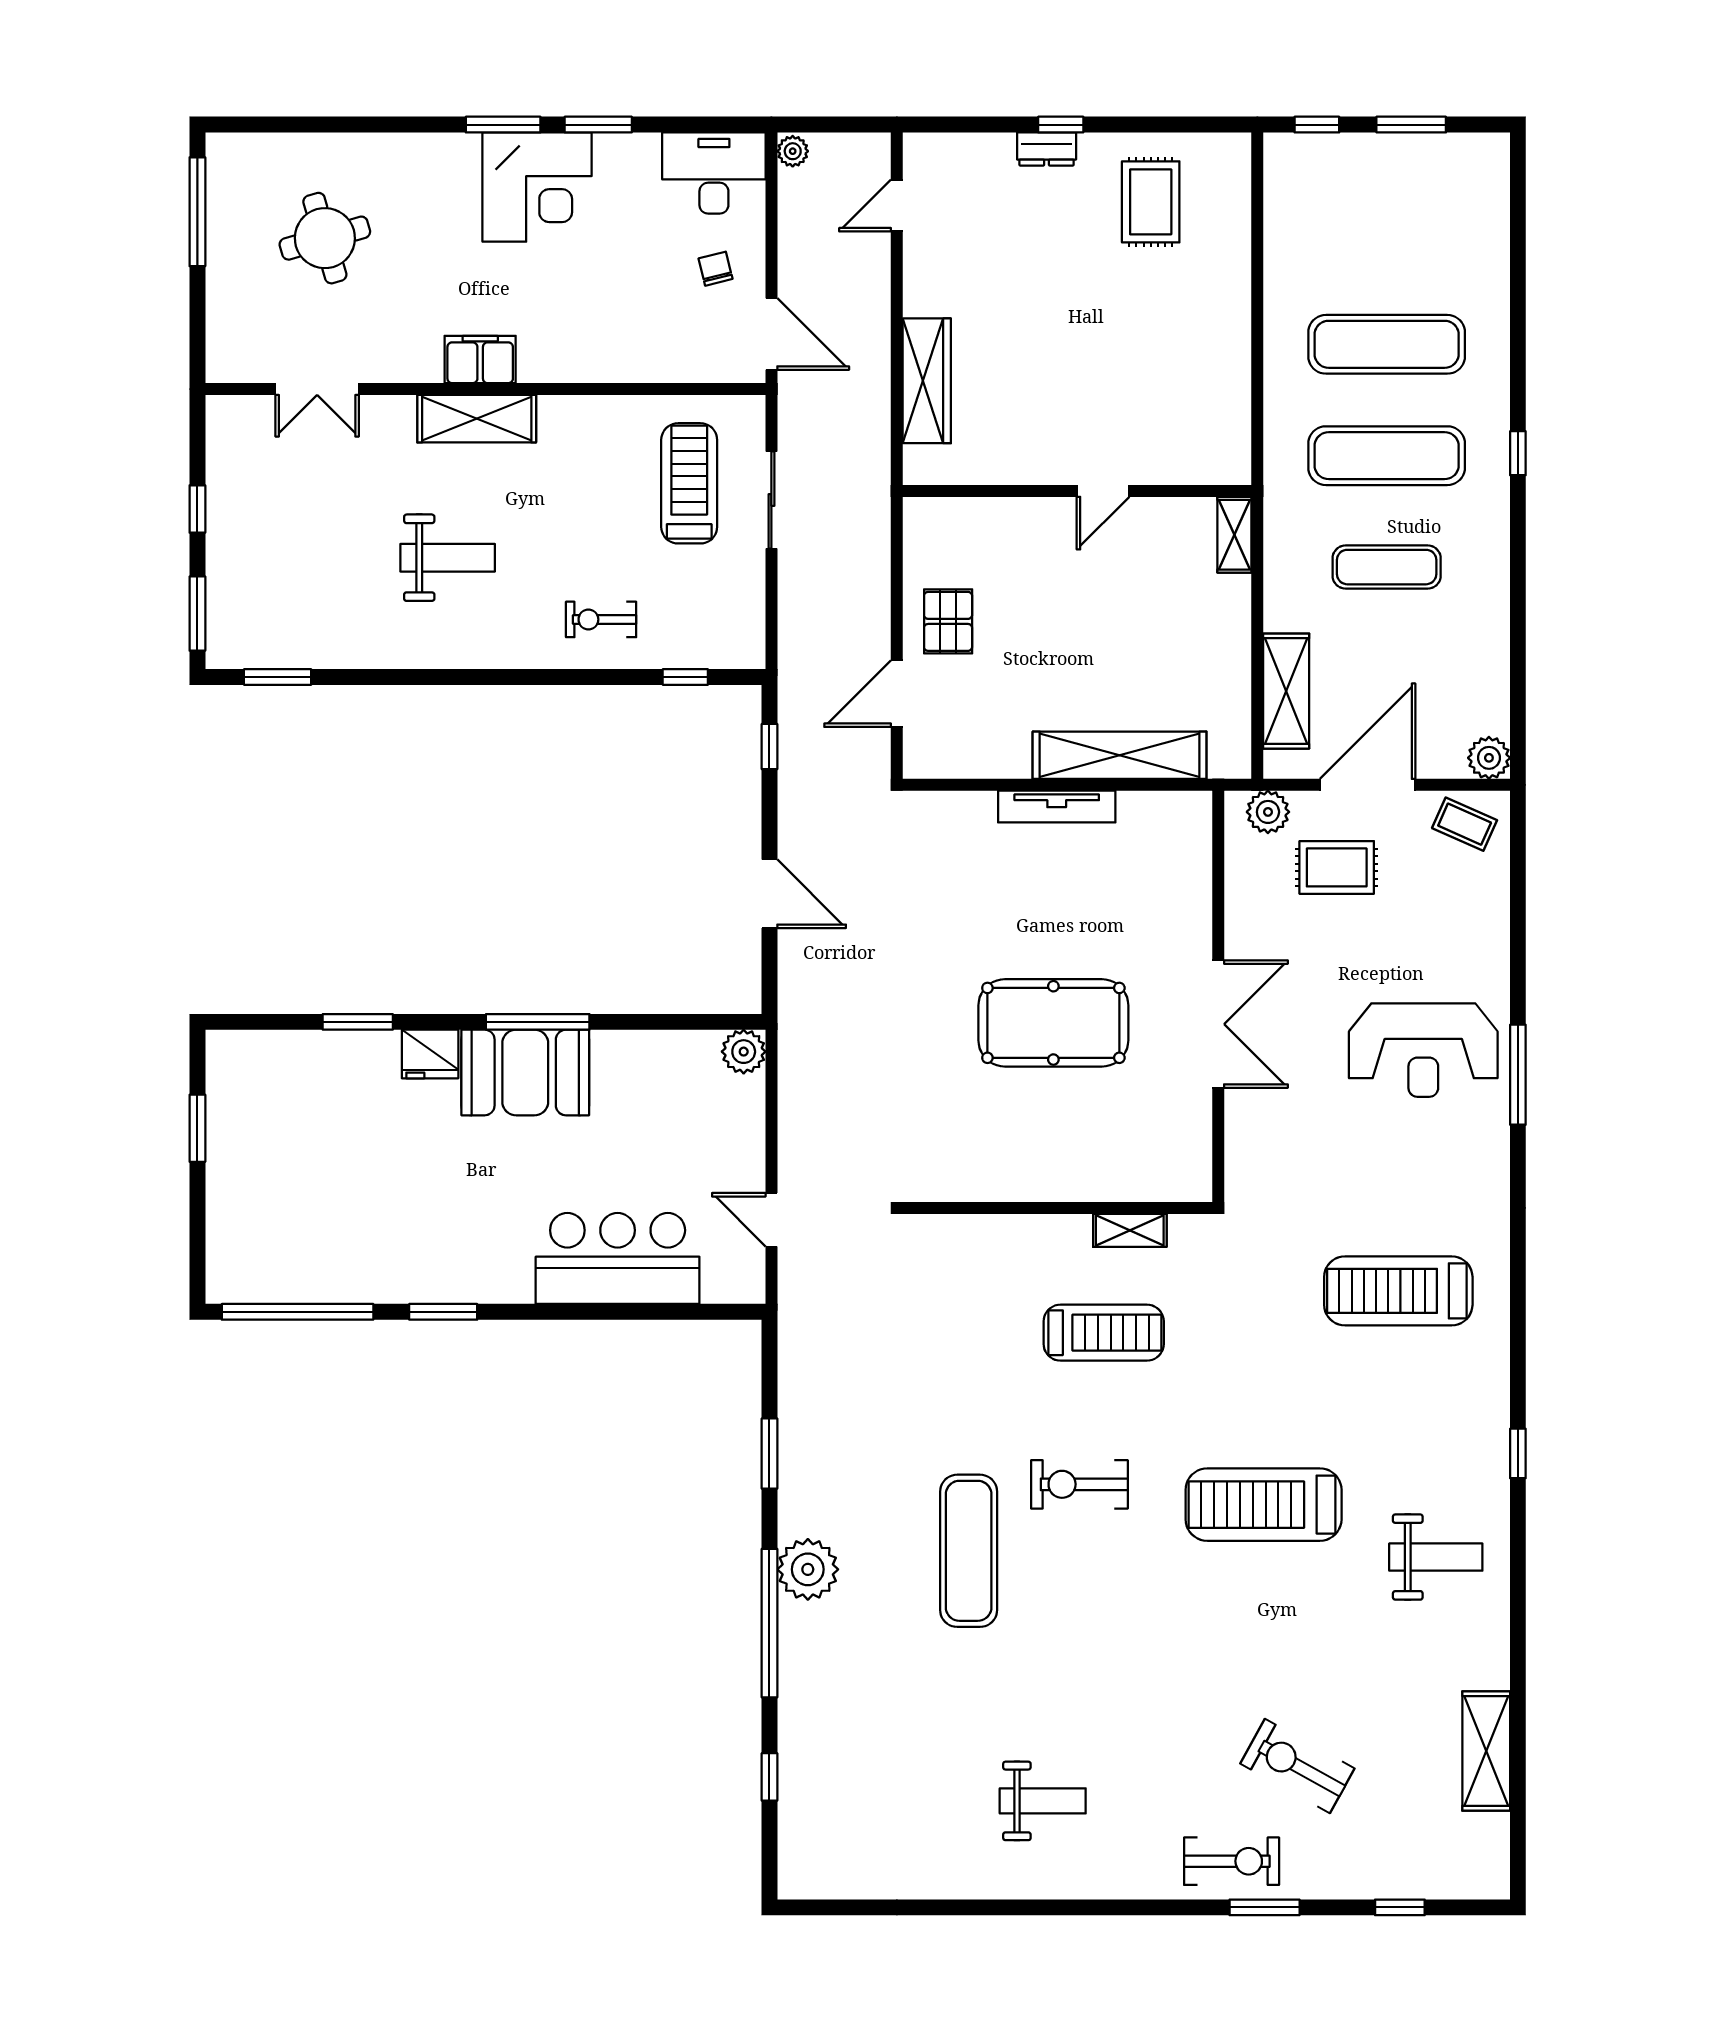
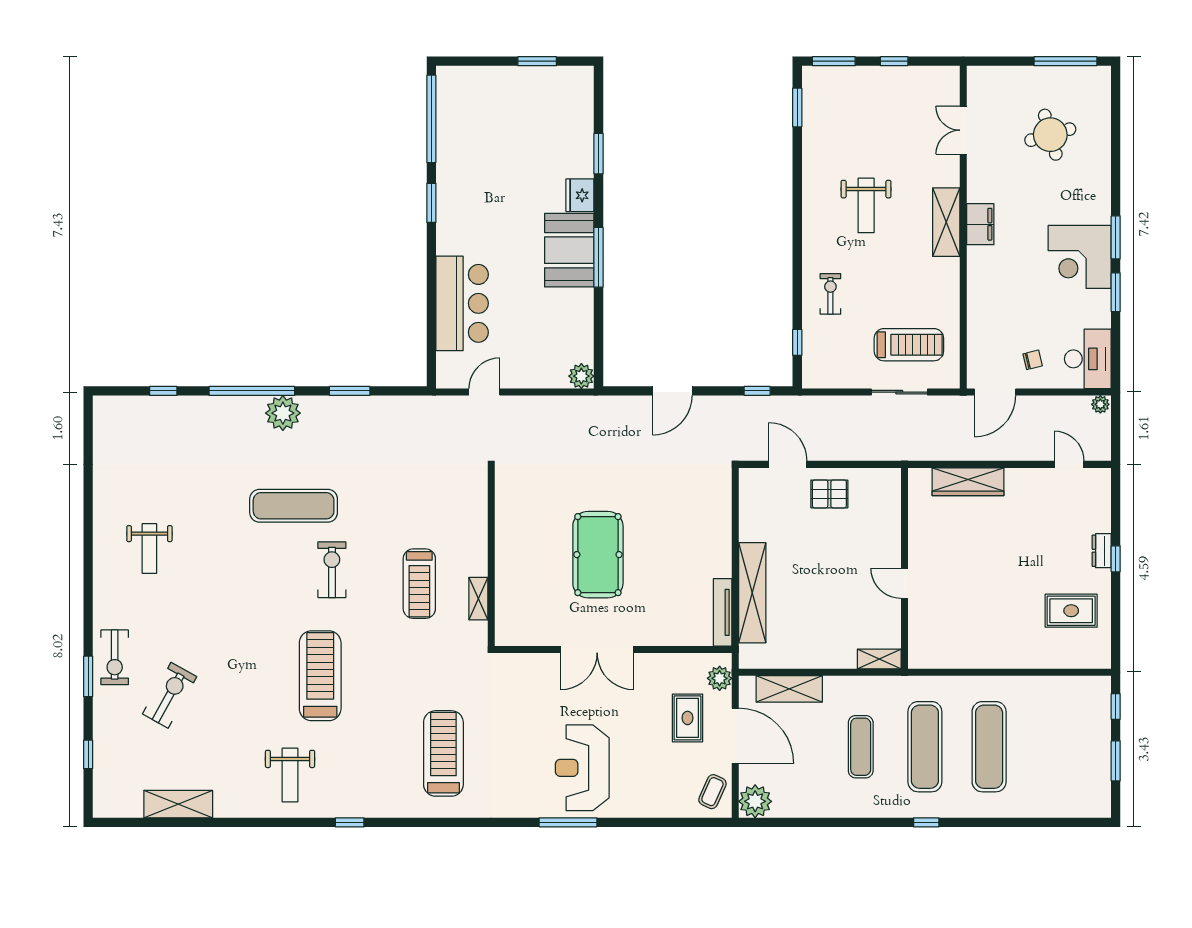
plant: (1489, 758) -> (755, 801), width x1.36, depth x1.36
tv unit: (1057, 807) -> (723, 612), moved

